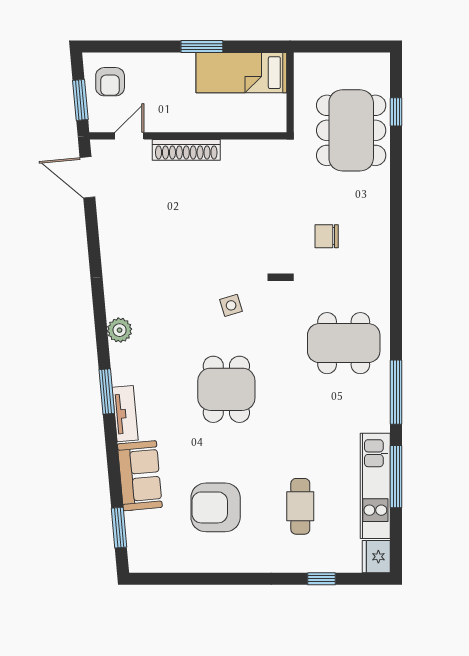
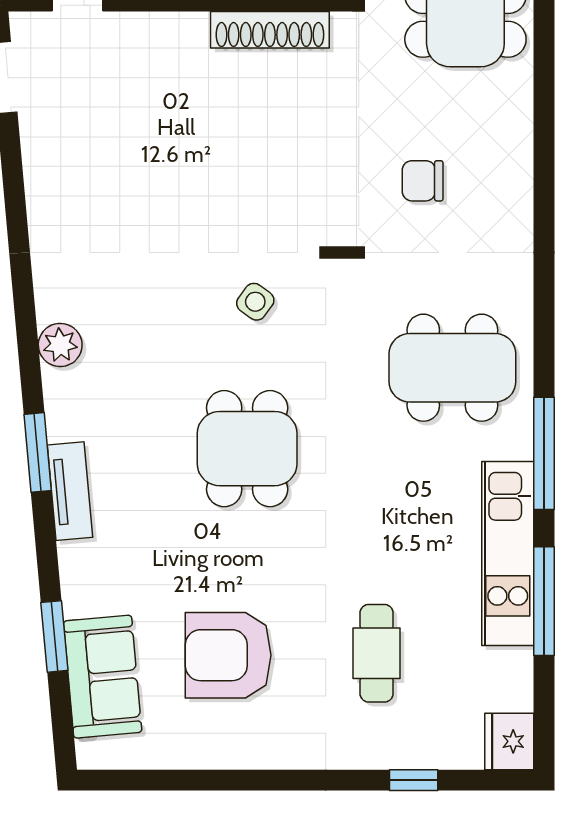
shoe rack: (186, 150) -> (270, 30), moved
side table: (231, 305) -> (255, 302), turned -37
sofa: (140, 476) -> (103, 677), moved
kitchen unit: (375, 486) -> (508, 553), moved
window: (119, 528) -> (54, 636), moved

